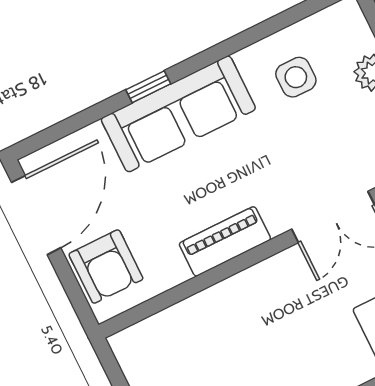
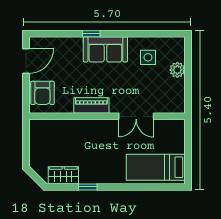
sofa: (178, 114) -> (105, 49), width x0.73
door: (36, 215) -> (26, 61), width x0.73

